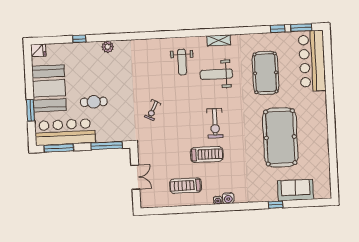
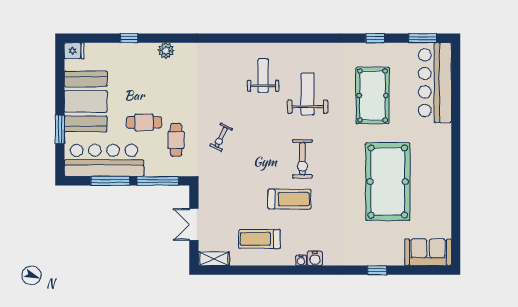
window: (278, 29) -> (375, 38), moved
shelving: (219, 40) -> (214, 259), moved
weight bench: (182, 62) -> (263, 76), turned 180
weight bench: (216, 74) -> (308, 94), turned 90
cafe table: (119, 114) -> (176, 140), added
window: (59, 148) -> (110, 181), moved
double door: (135, 177) -> (194, 224), swing flipped
sofa: (296, 190) -> (428, 252), moved

